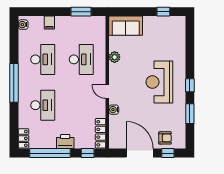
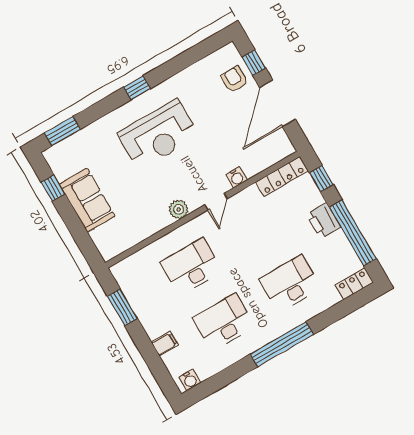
sofa: (126, 26) -> (87, 200), moved
plant: (115, 57) -> (179, 209), moved
window: (190, 114) -> (62, 131), moved

